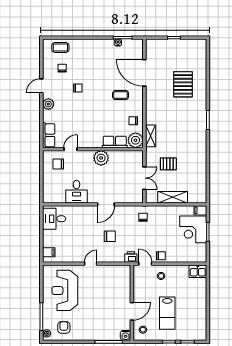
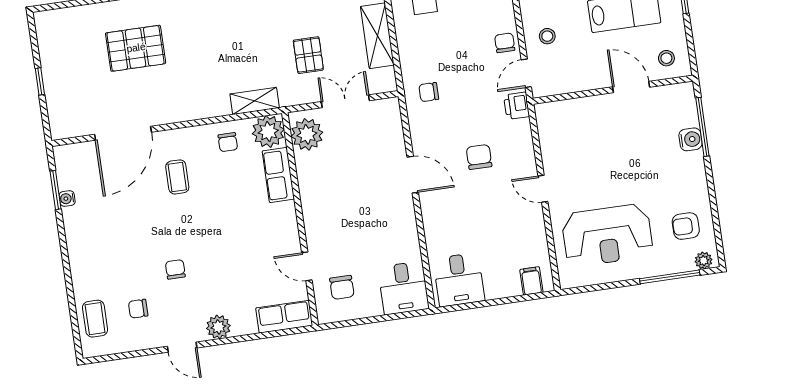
plant: (101, 158) -> (307, 134), moved
desk: (76, 192) -> (403, 288), moved, turned 90
water cooler: (126, 335) -> (690, 139), moved

